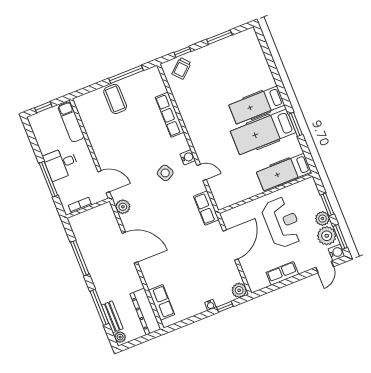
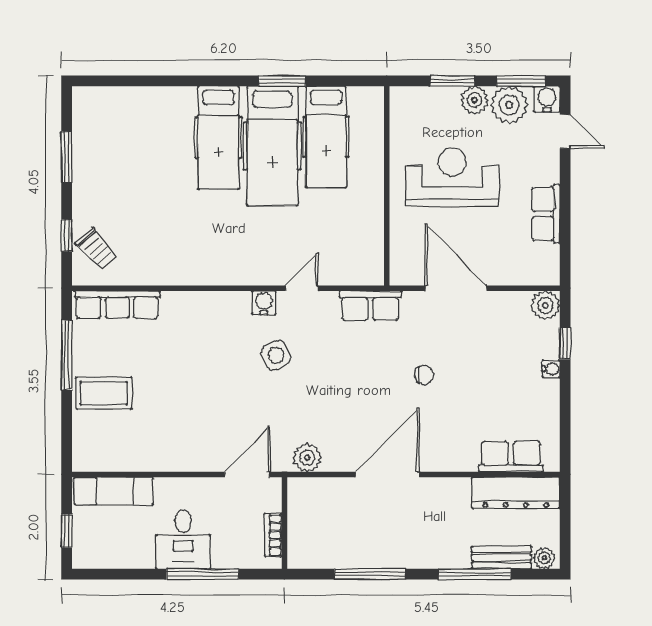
row of seats: (170, 115) -> (117, 305), moved
hospital bed: (284, 172) -> (326, 137), moved
chair: (184, 246) -> (424, 375), added

